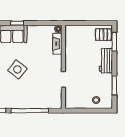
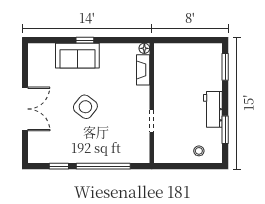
pallet: (103, 35) -> (209, 57), removed
workbench: (106, 61) -> (213, 109), moved

